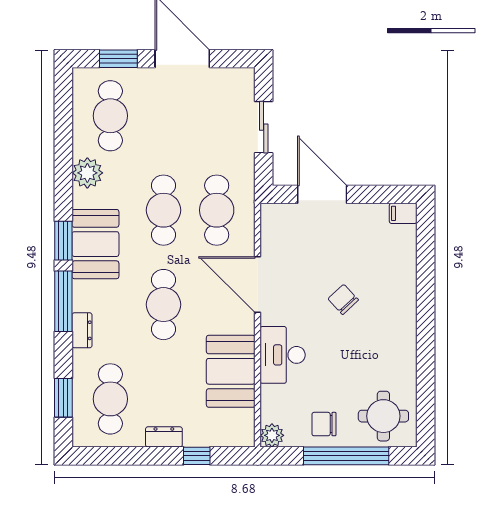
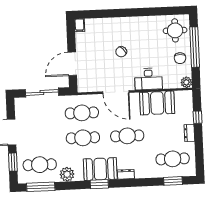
sliding door: (264, 127) -> (42, 93), width x1.37
door: (258, 285) -> (116, 92), hinge flipped
window: (63, 301) -> (41, 187), moved
dresser: (82, 330) -> (126, 174), moved

